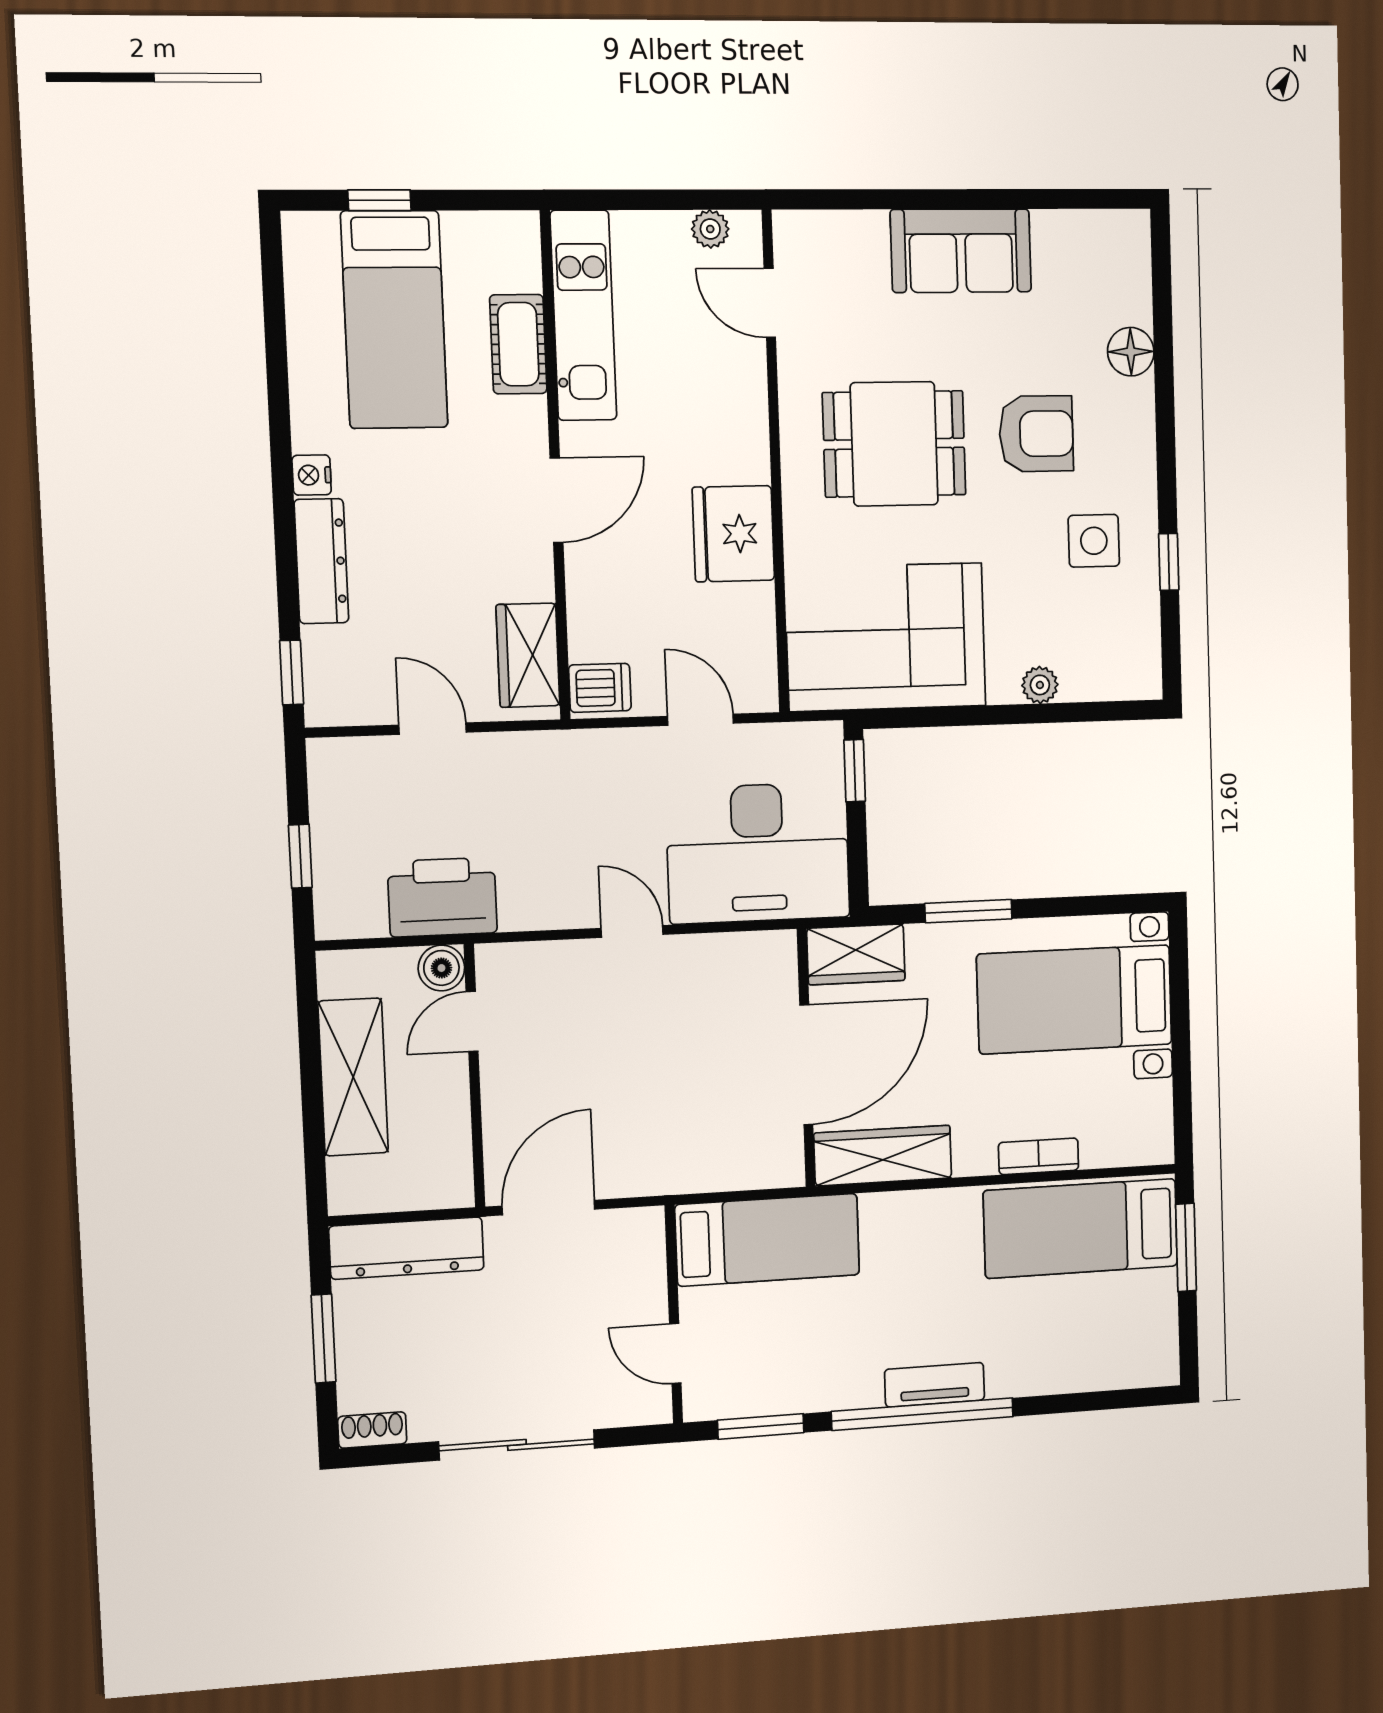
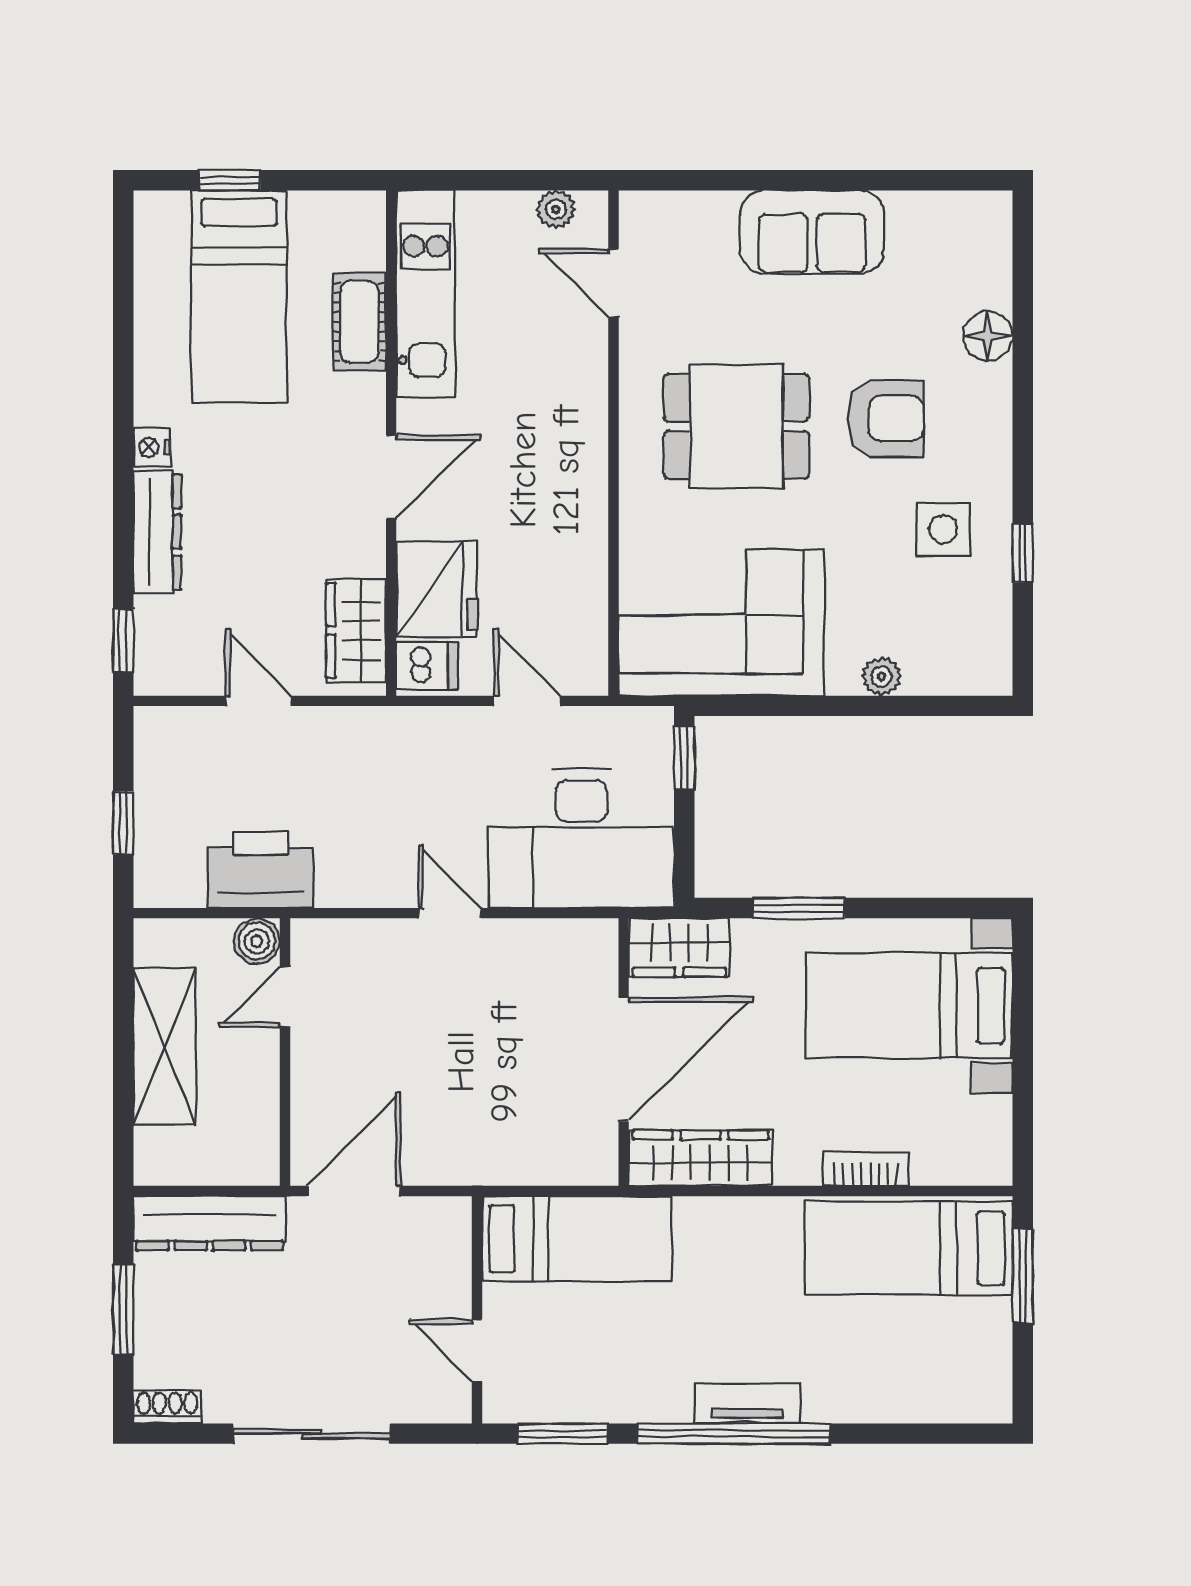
fridge: (733, 534) -> (437, 590), moved, turned 180

